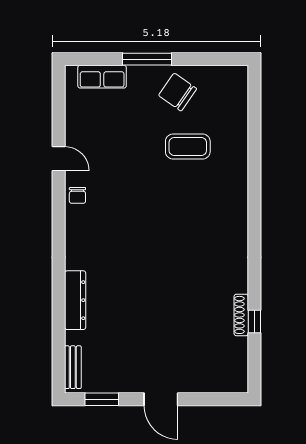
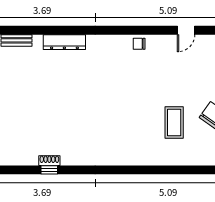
door: (59, 159) -> (186, 30), moved
shoe rack: (241, 315) -> (49, 161), width x0.70

